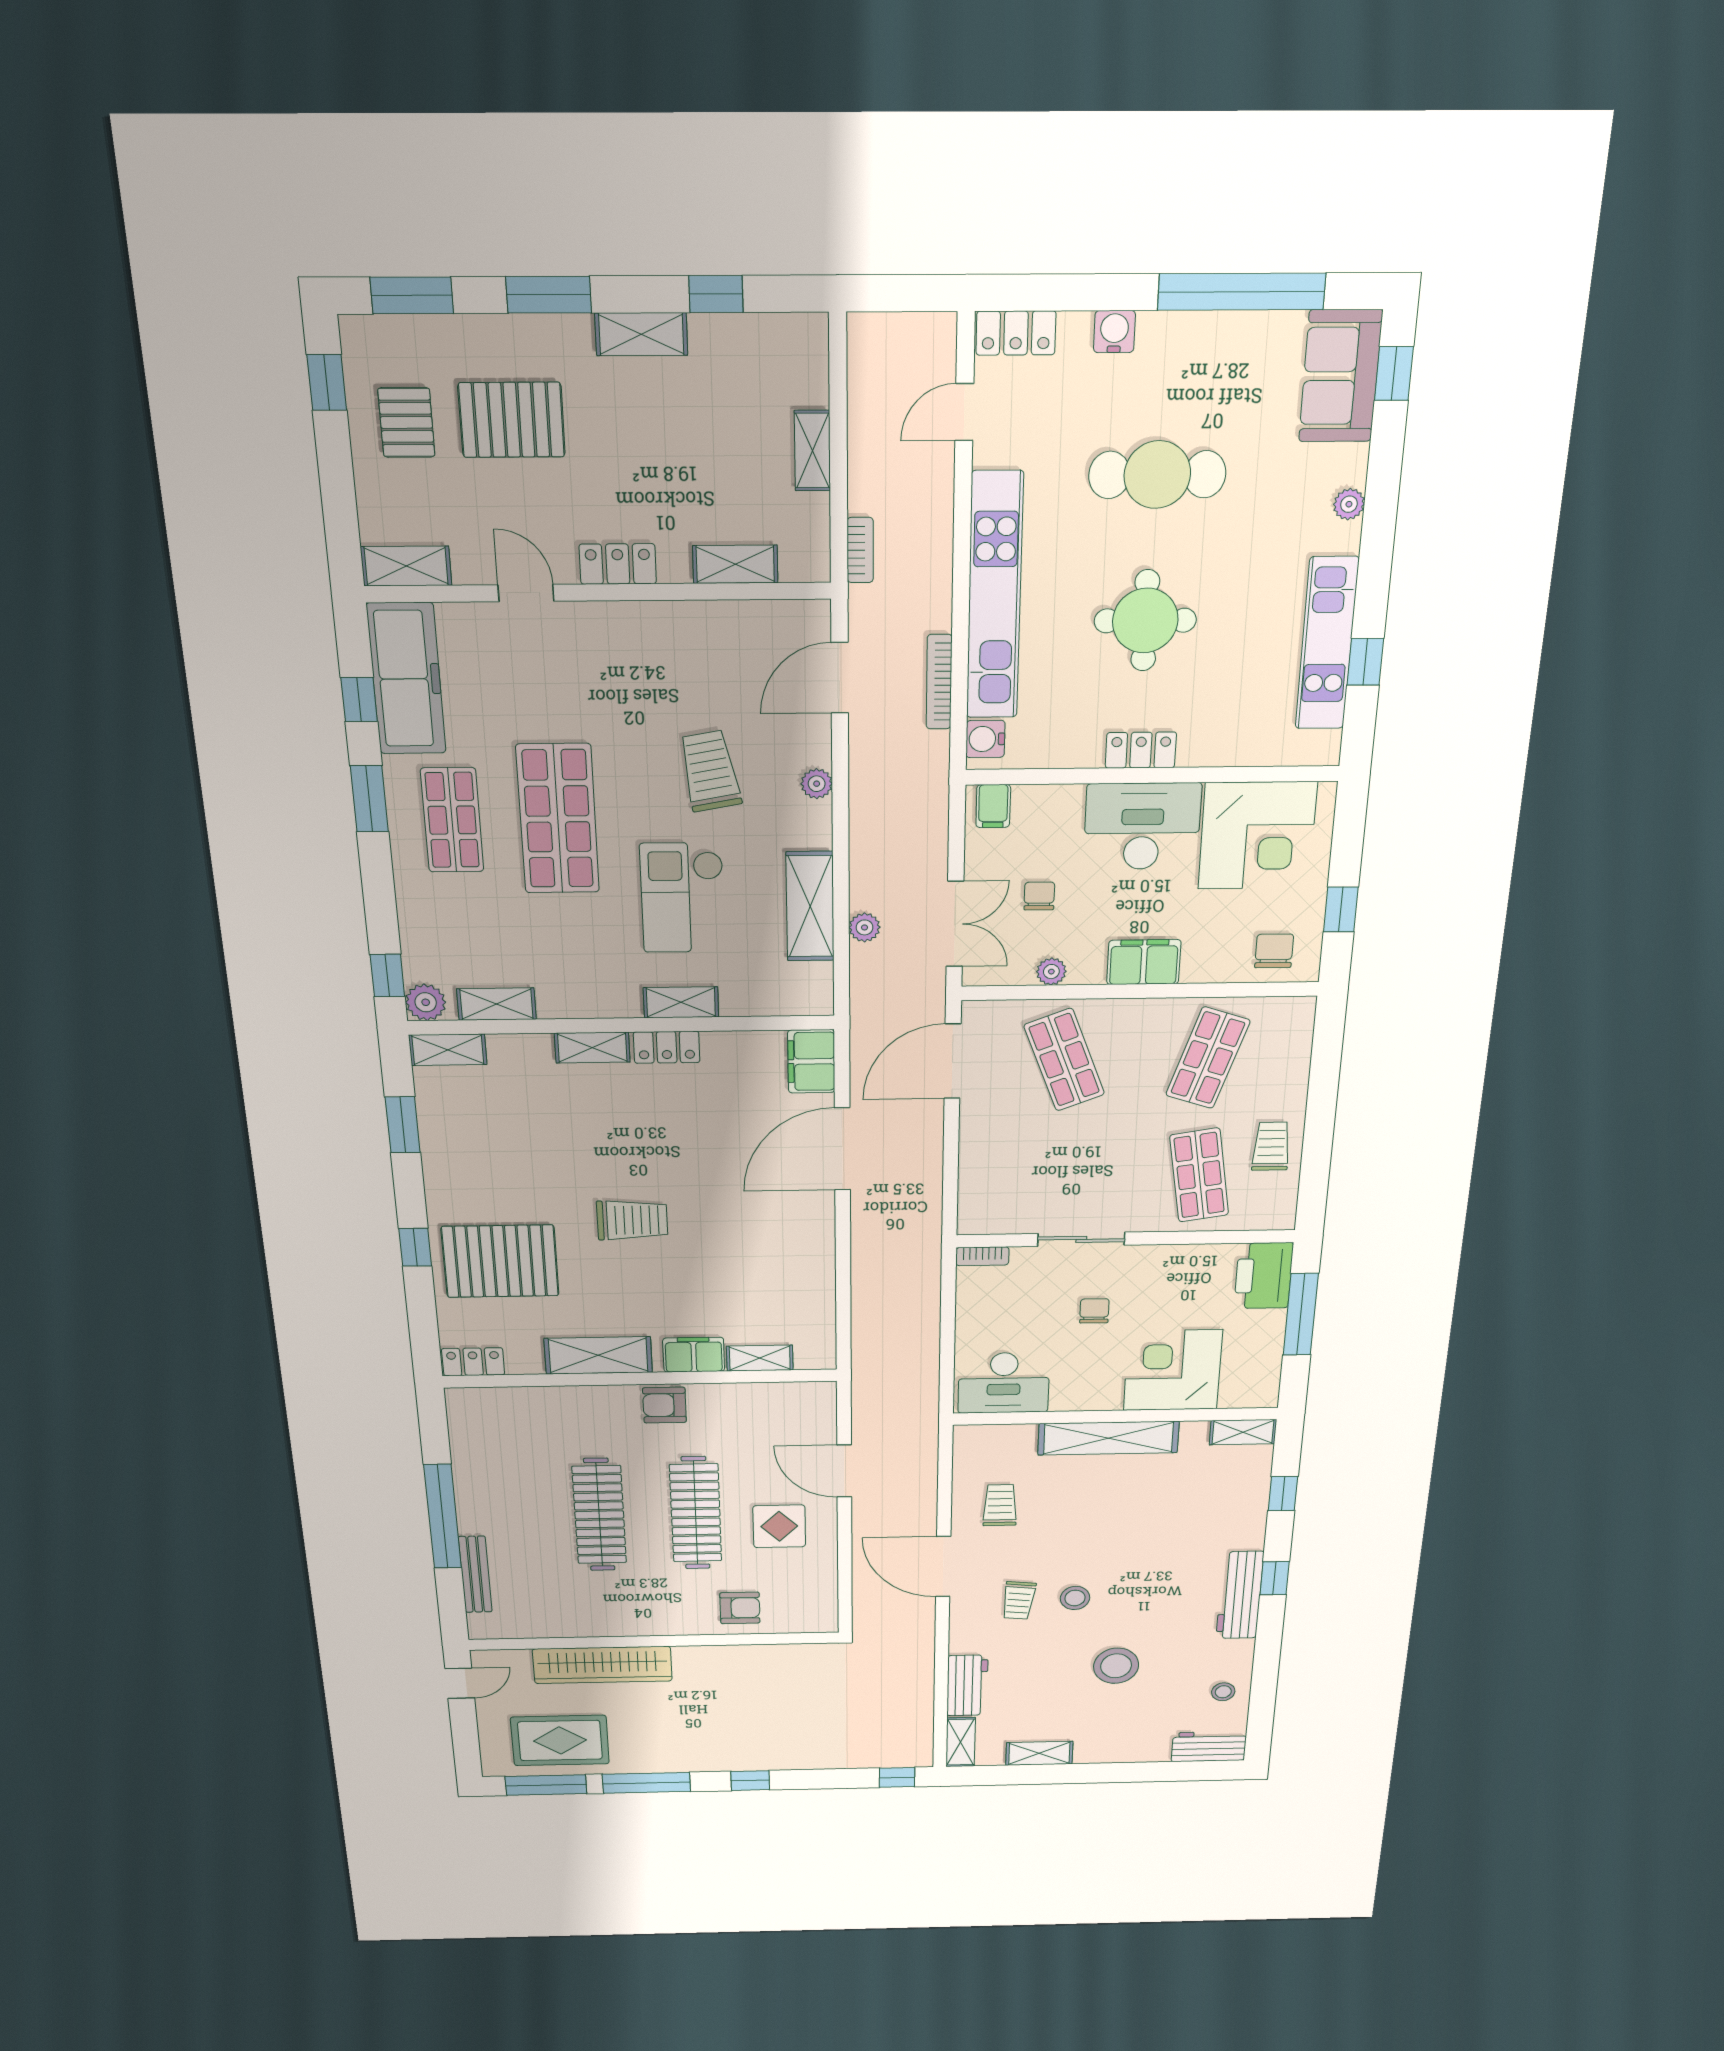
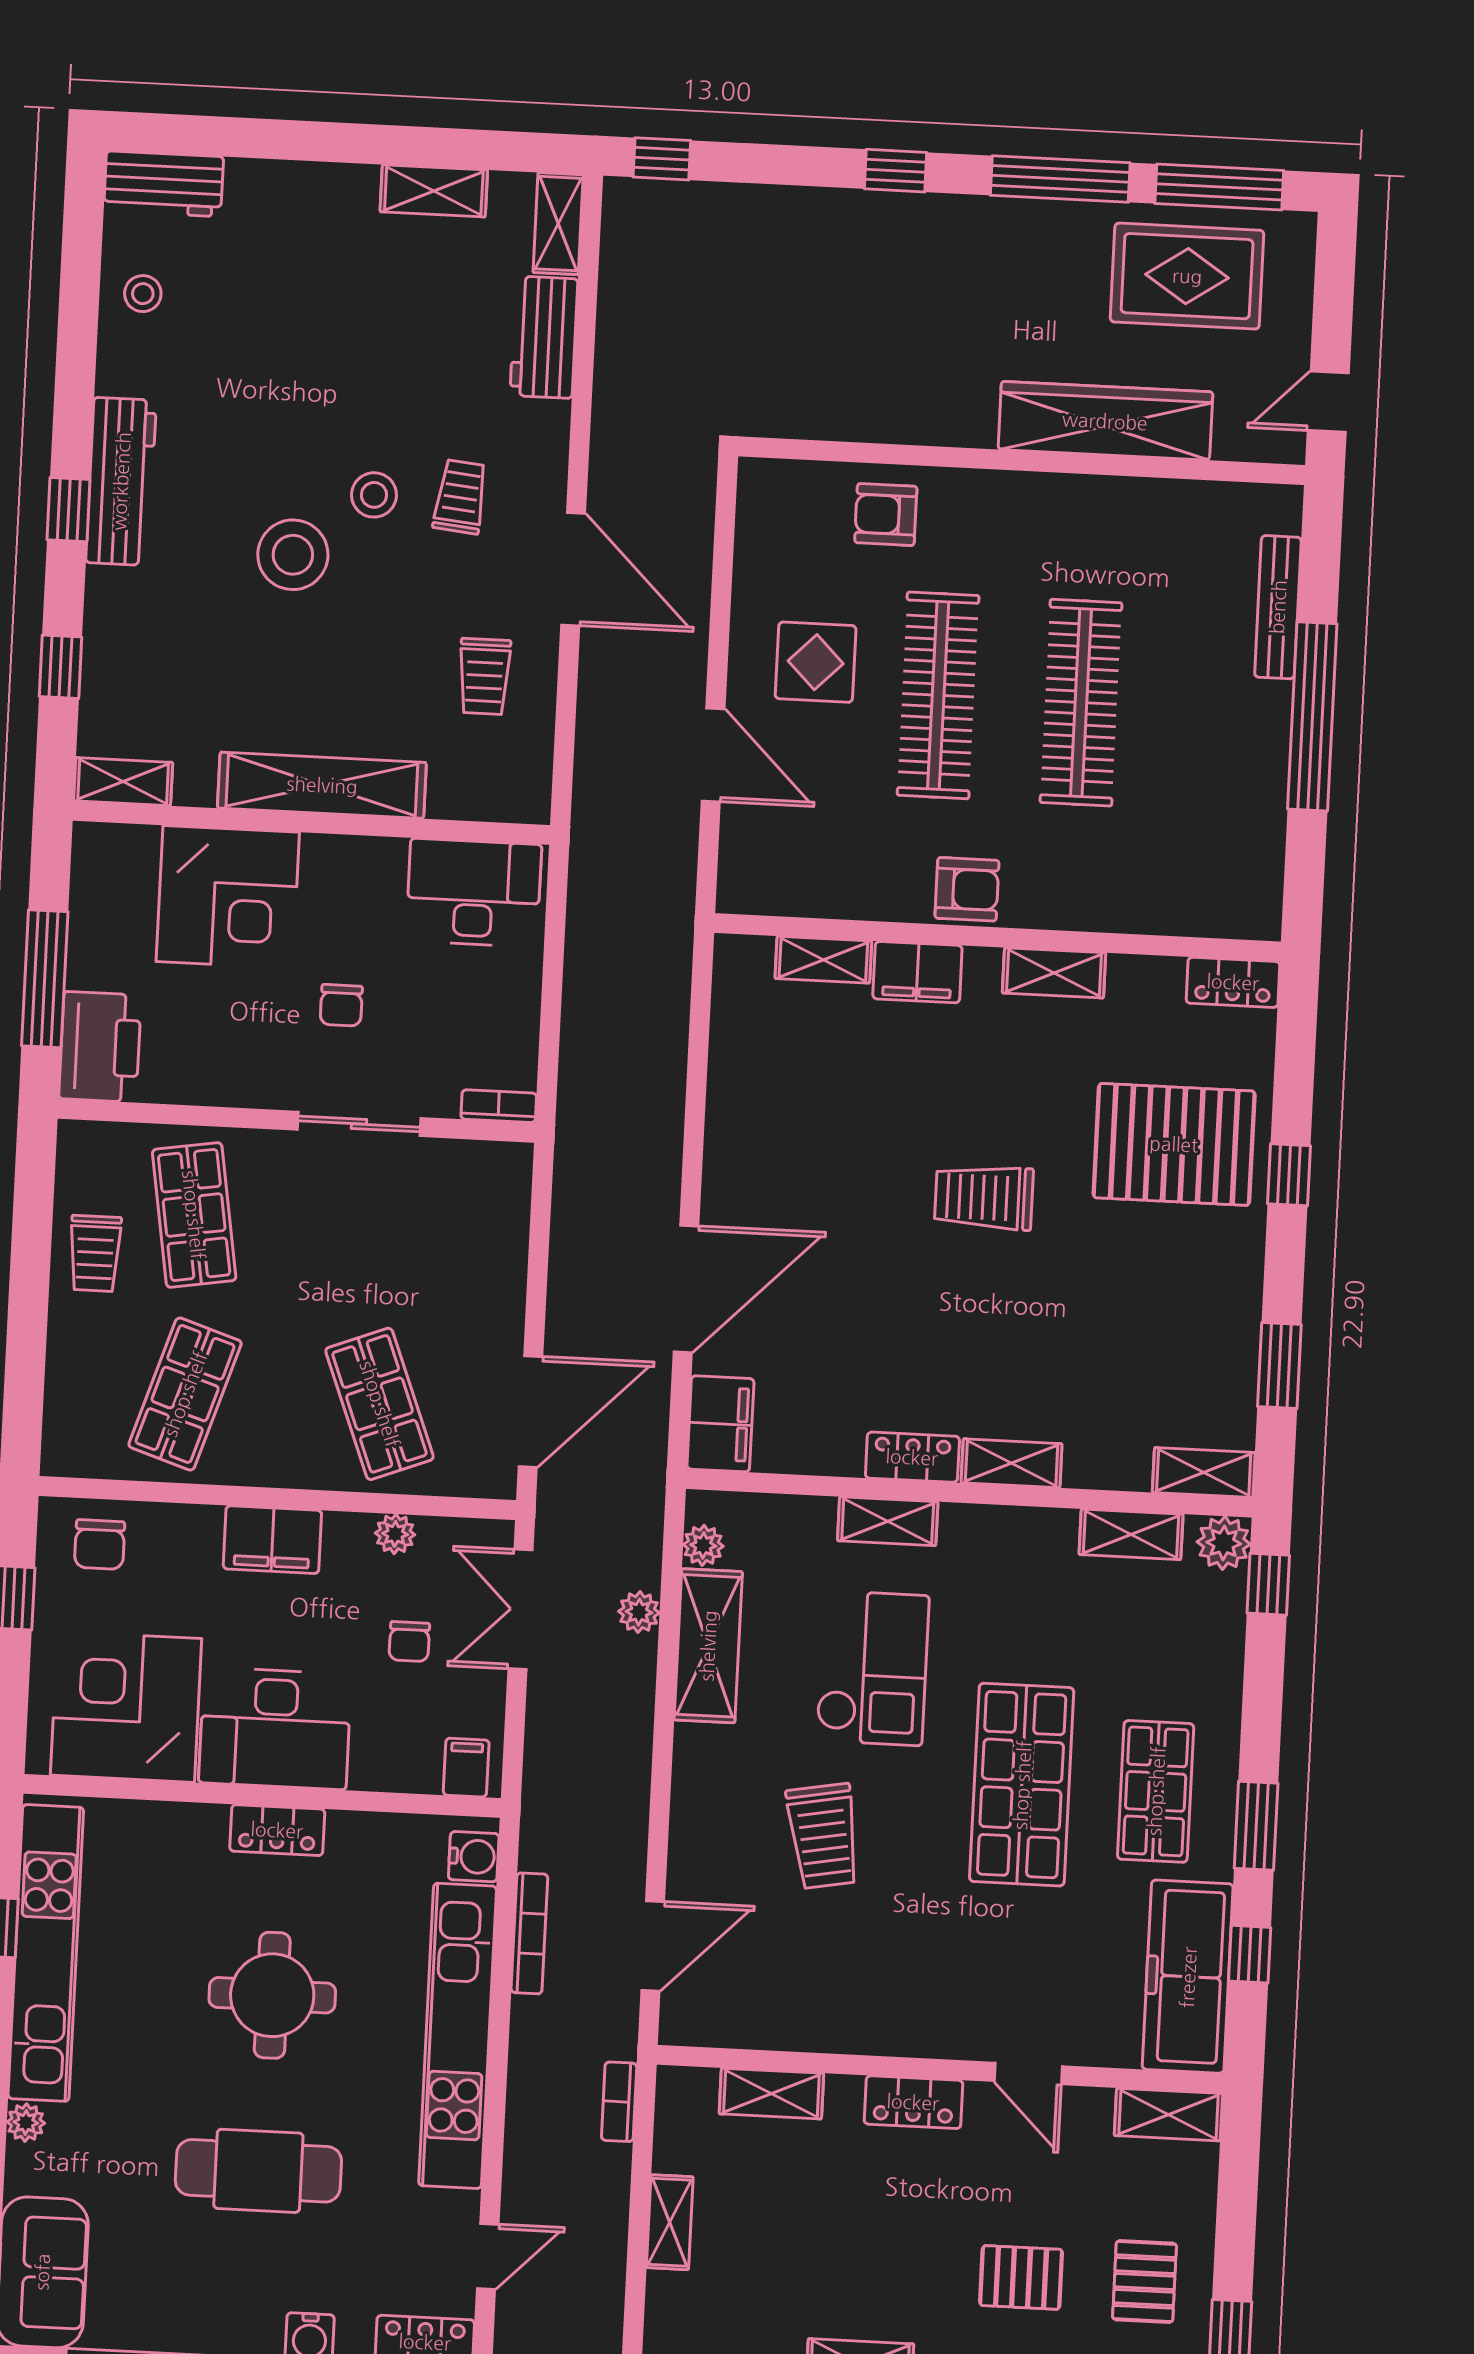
pallet: (512, 420) -> (1021, 2277), width x0.67, depth x0.71
kitchen unit: (1327, 644) -> (46, 1953), width x1.36
plant: (817, 784) -> (703, 1545), moved
shelving: (598, 1355) -> (1054, 973), width x0.67, depth x0.75
stool: (1116, 1666) -> (293, 555), moved

